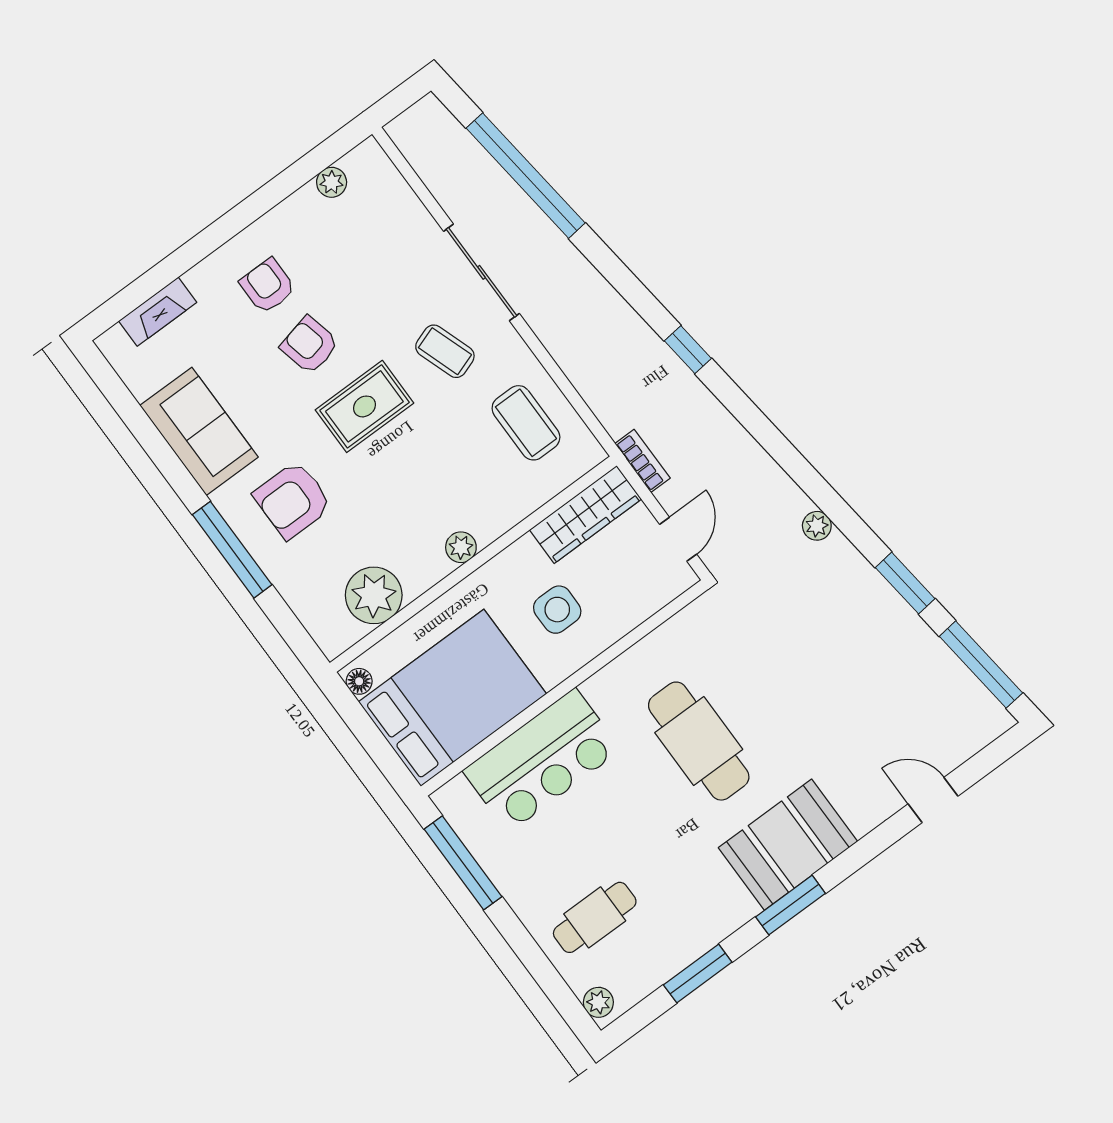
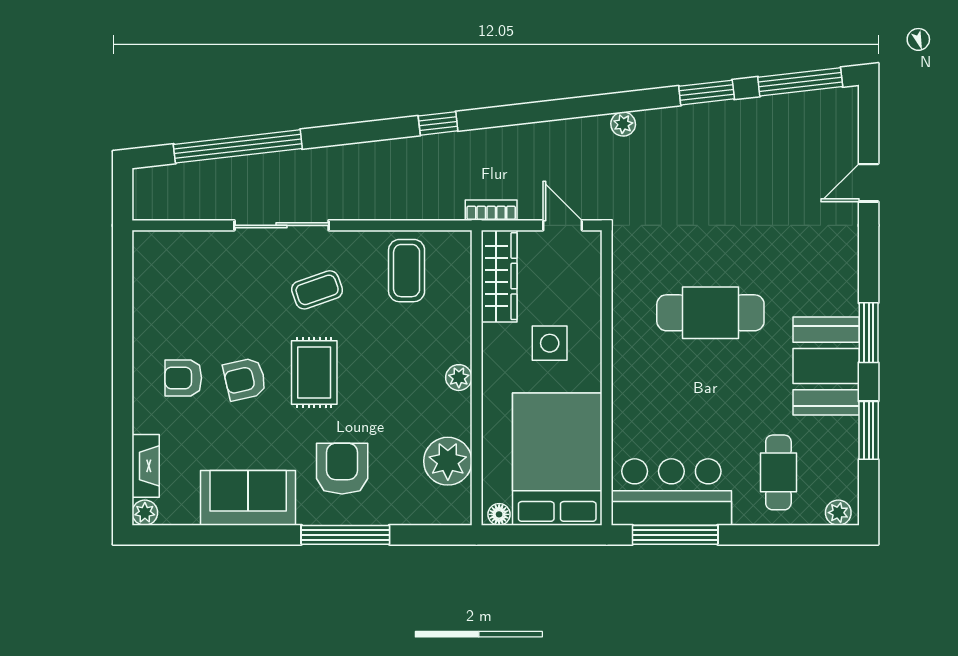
plant: (332, 182) -> (145, 513), moved
coffee table: (526, 423) -> (407, 271), turned 90
armchair: (293, 500) -> (342, 469), turned 180
bar counter: (542, 760) -> (671, 492), moved, turned -90
booth: (788, 845) -> (826, 366), moved

